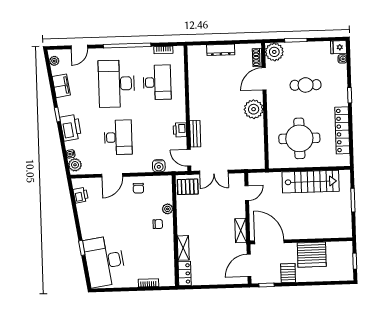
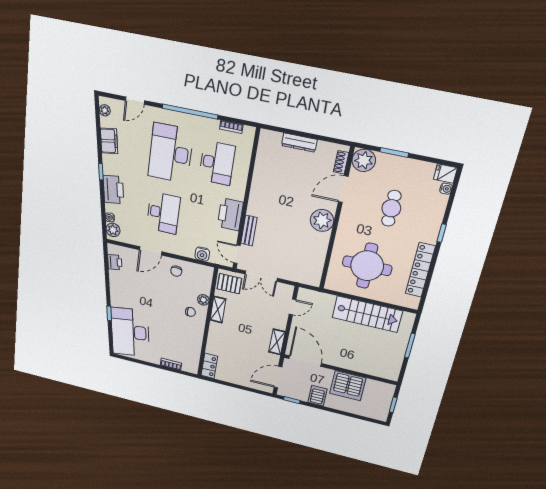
cafe table: (306, 85) -> (391, 208), turned 90
printer: (180, 130) -> (230, 214), width x1.87, depth x1.48
shelving: (183, 248) -> (218, 310), moved

